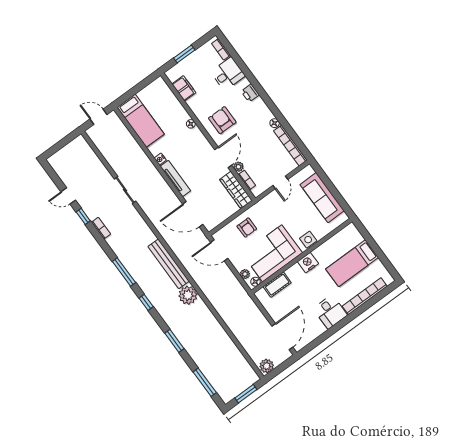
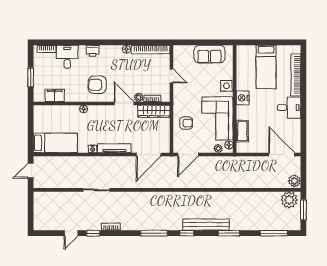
sofa: (322, 198) -> (210, 54), width x0.73
bench: (169, 264) -> (206, 225), moved
plant: (188, 295) -> (289, 200), moved

